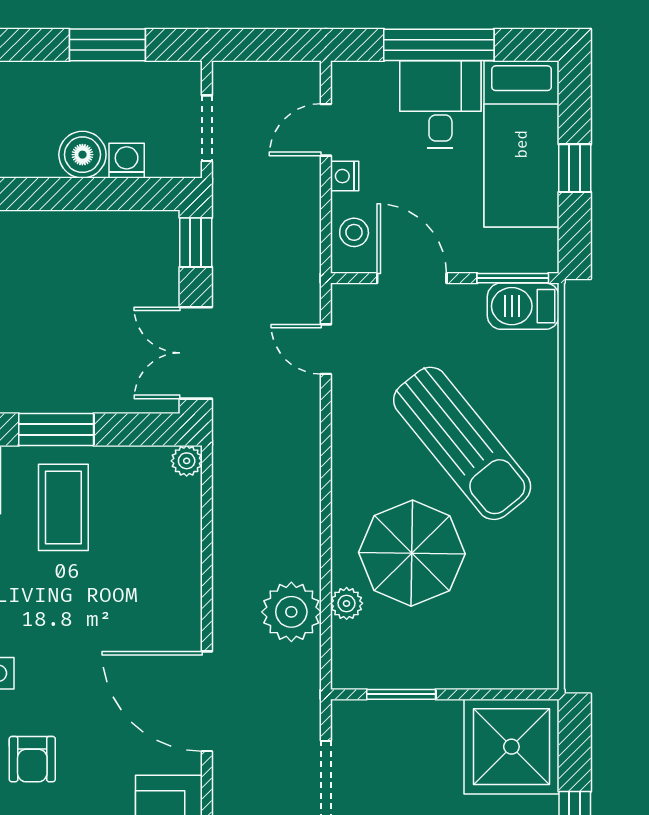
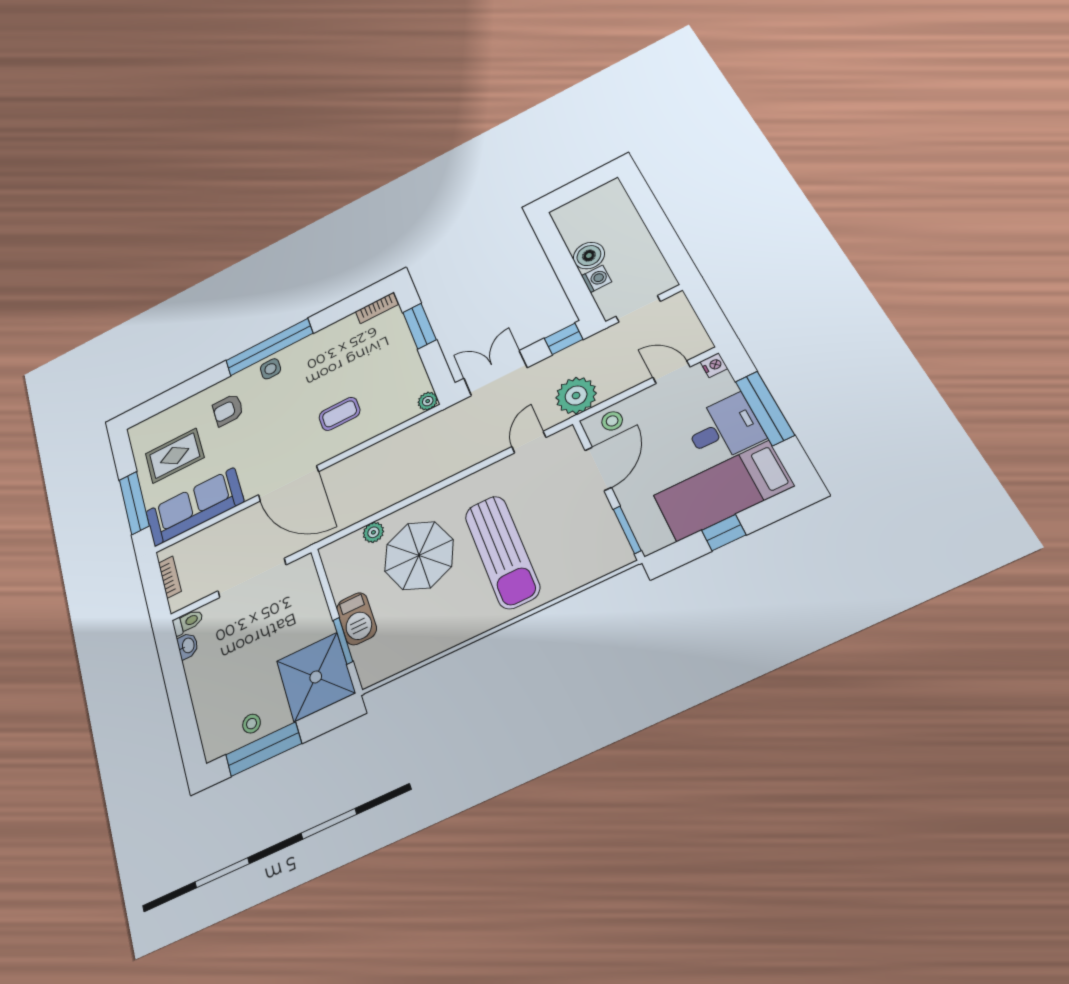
window: (107, 45) -> (663, 233), removed
nightstand: (345, 176) -> (714, 365), moved, turned 90
barbecue: (523, 306) -> (357, 619), moved, turned 180
sun lounger: (462, 443) -> (502, 552), turned -51
coffee table: (63, 507) -> (340, 414), moved, width x0.73, depth x0.77
plant: (291, 612) -> (576, 396), moved
window: (401, 694) -> (343, 641), moved
door: (207, 701) -> (288, 483), swing flipped

